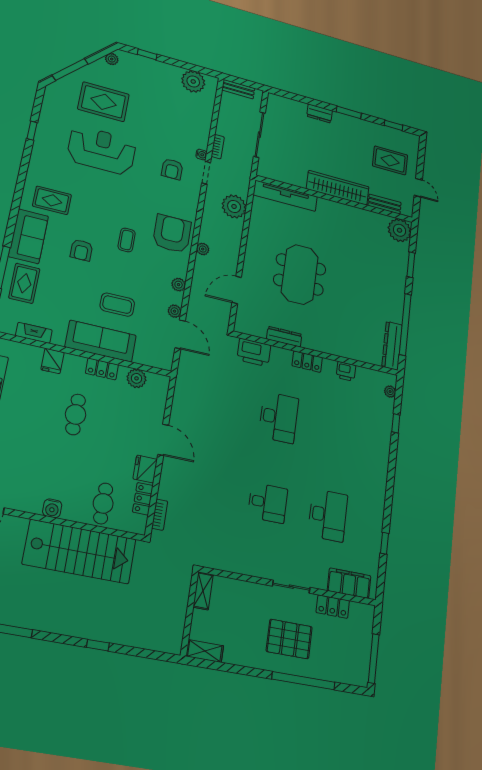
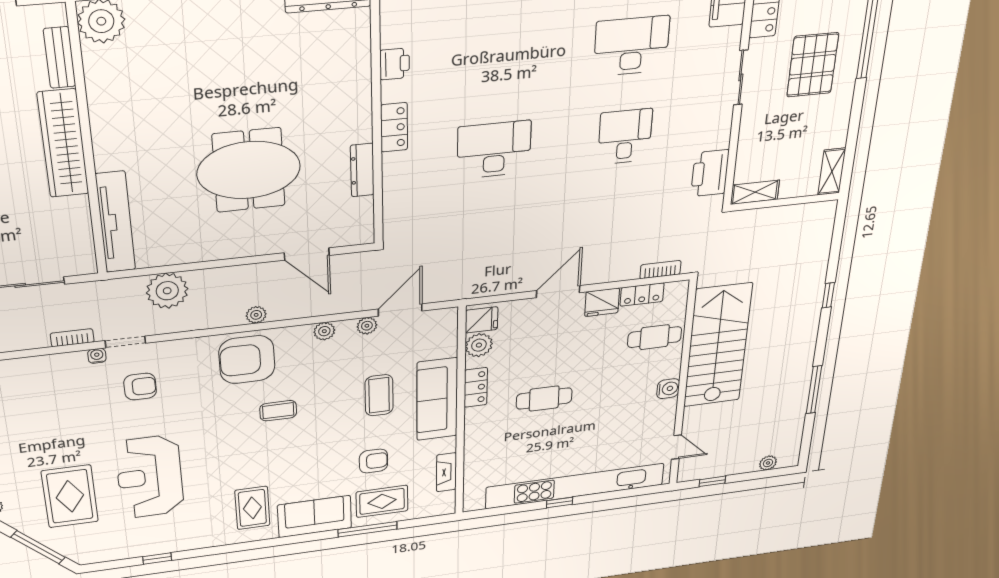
armchair: (81, 250) -> (373, 461), moved
printer: (254, 352) -> (710, 173), moved, turned 180
fridge: (52, 361) -> (482, 320), moved

